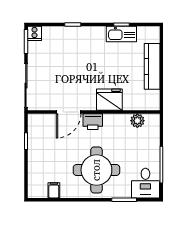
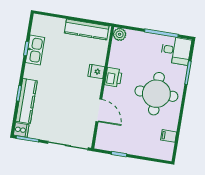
kitchen counter: (66, 34) -> (26, 101), added
kitchen counter: (152, 66) -> (87, 30), moved
fridge: (109, 100) -> (96, 71), width x0.53, depth x0.75
plant: (137, 121) -> (120, 34), moved
printer: (93, 122) -> (113, 77), moved

